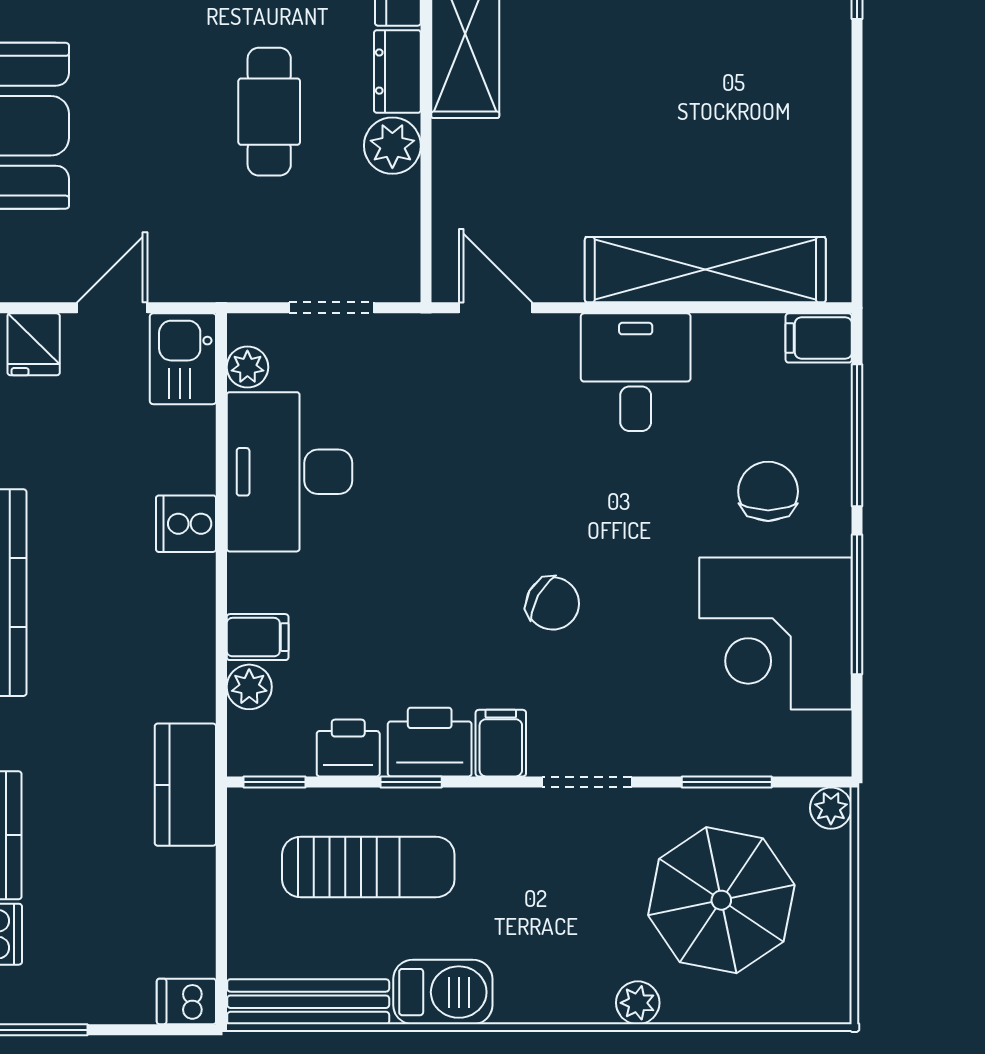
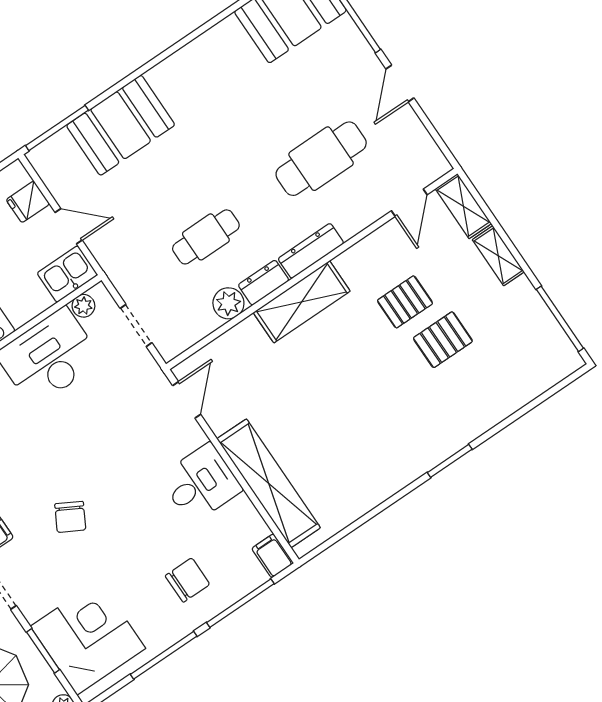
corner desk: (776, 634) -> (88, 637), moved, turned 90

